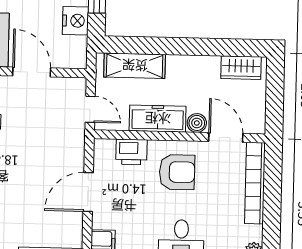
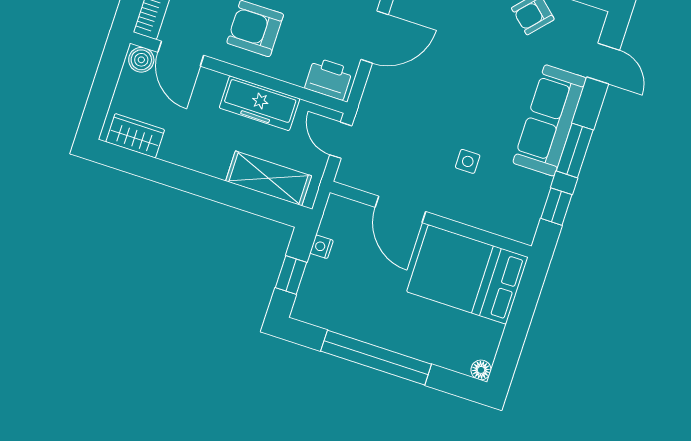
nightstand: (75, 21) -> (322, 247), width x0.53, depth x0.56
boiler: (197, 123) -> (141, 60), moved
printer: (131, 152) -> (329, 79), moved

